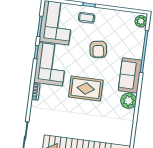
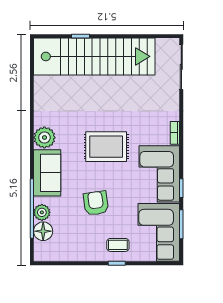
plant: (141, 21) -> (42, 212), moved
floor lamp: (138, 34) -> (43, 231), added

